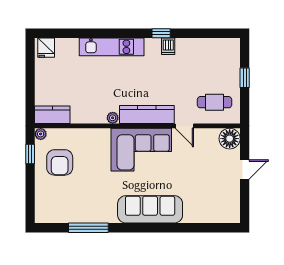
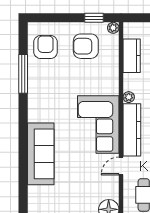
kitchen counter: (52, 115) -> (132, 56), moved
armchair: (60, 204) -> (46, 47), added
sofa: (150, 209) -> (41, 154), moved

